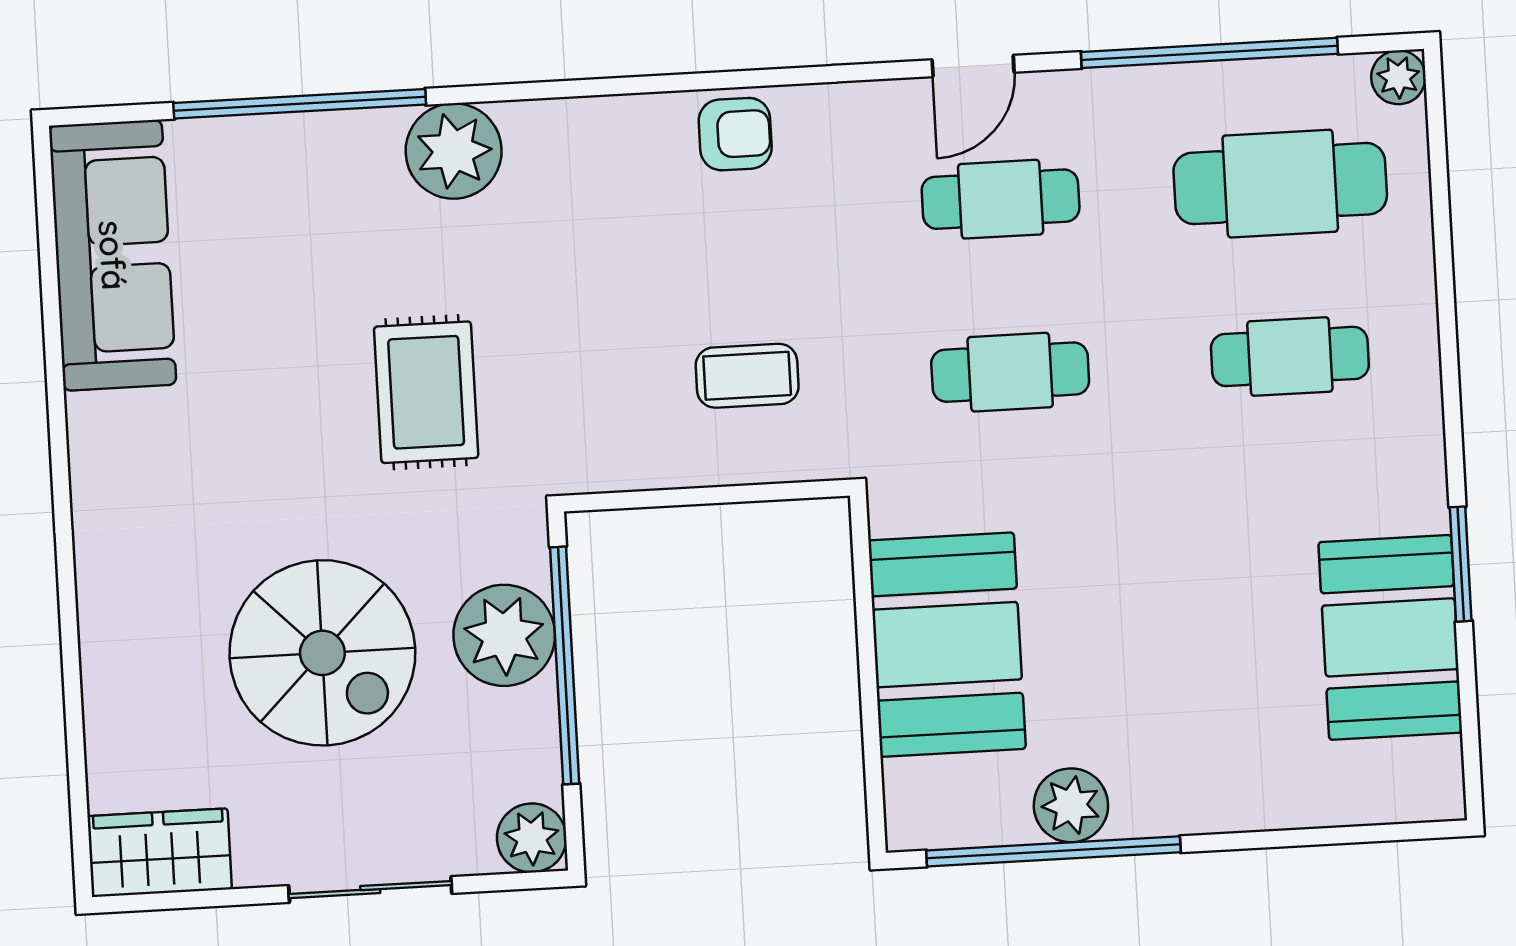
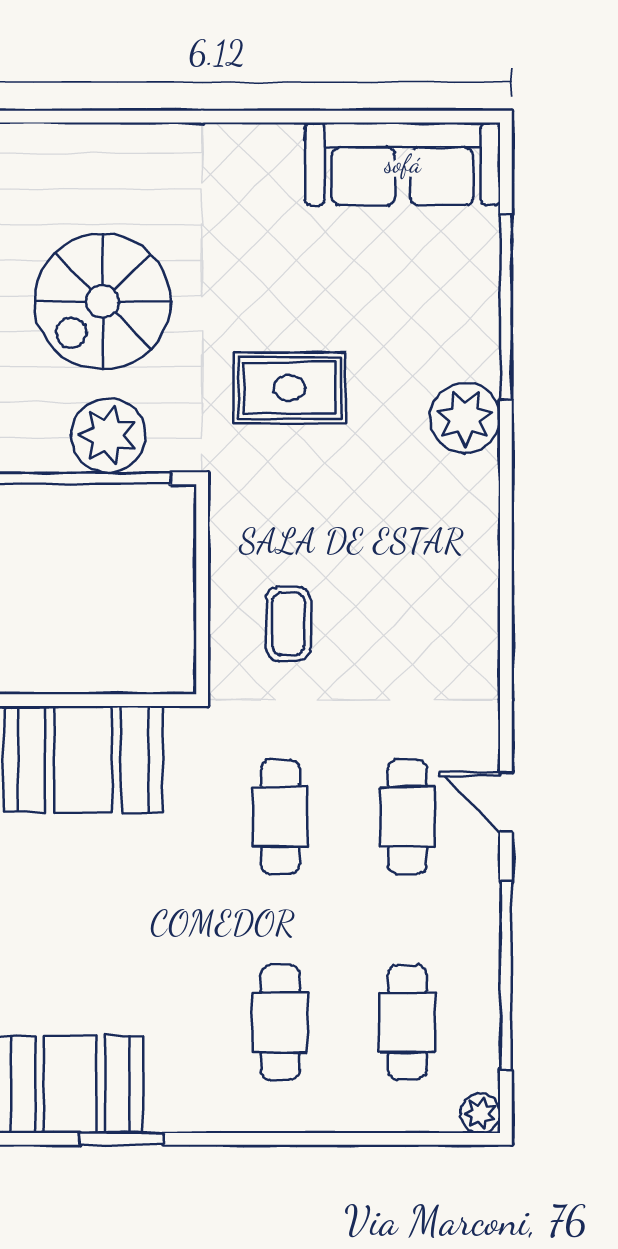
armchair: (735, 134) -> (466, 625), removed
cafe table: (1280, 184) -> (407, 1022), width x0.73, depth x0.74

